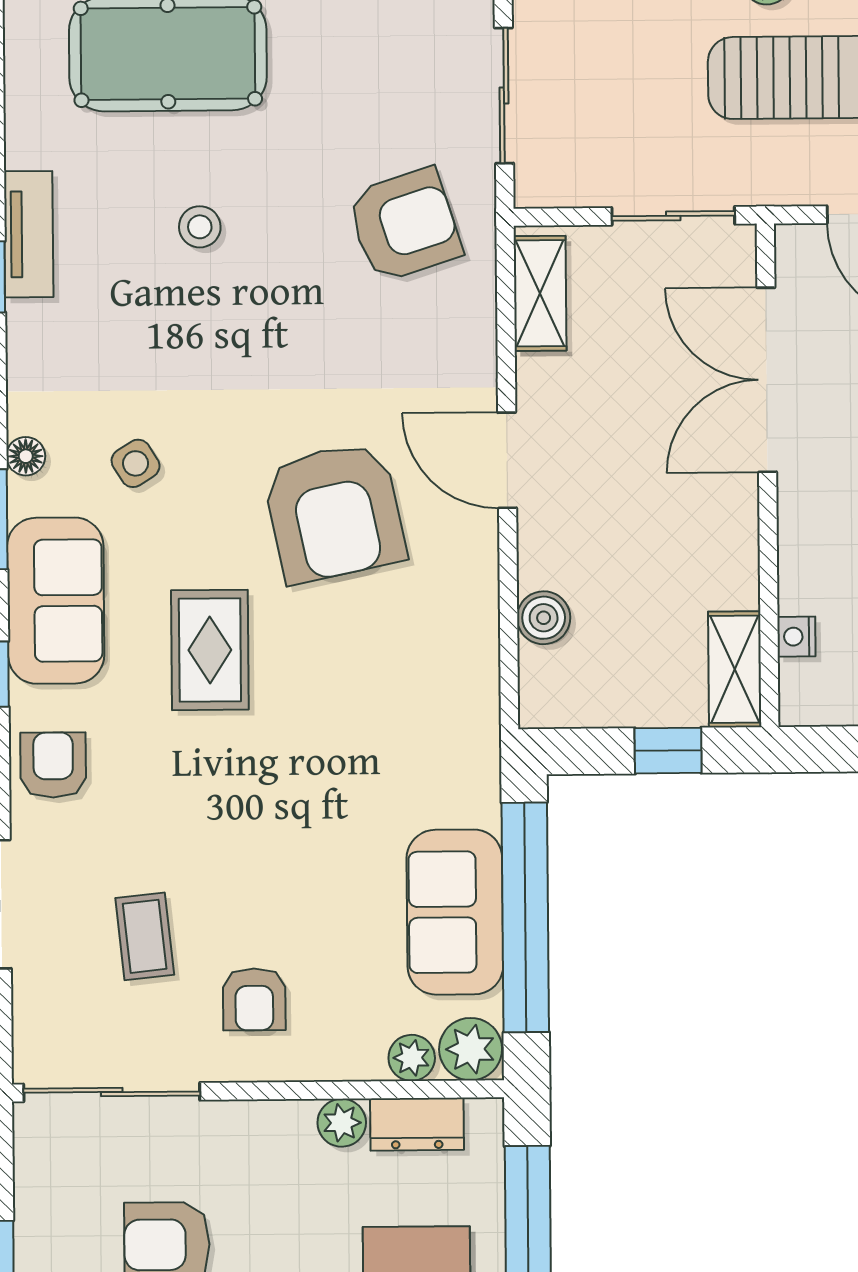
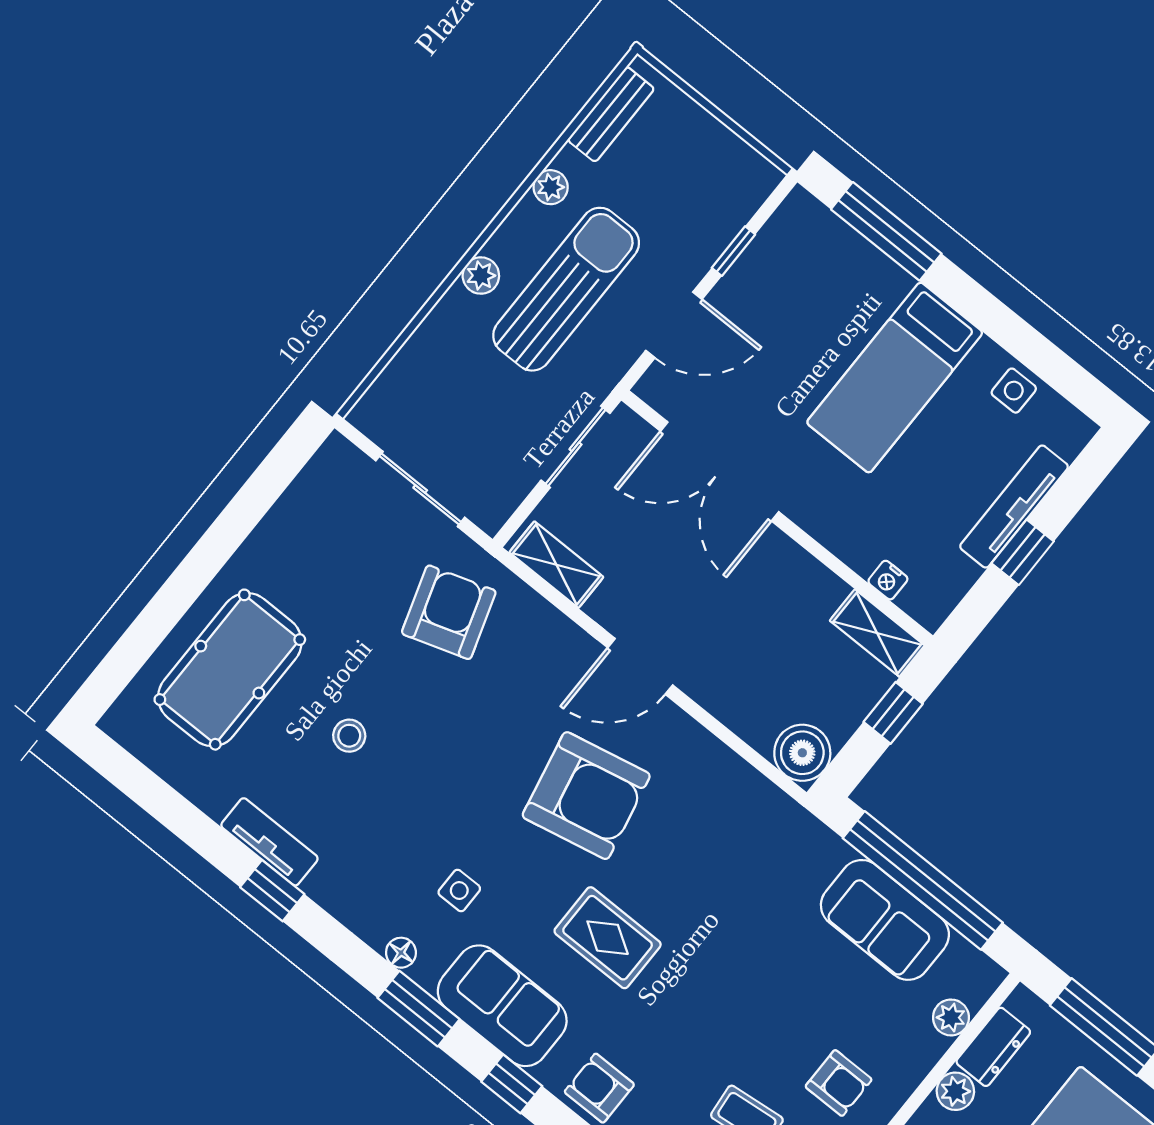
side table: (136, 463) -> (459, 890), turned 32
boiler: (544, 618) -> (802, 753), moved, width x1.36, depth x1.36
plant: (471, 1049) -> (975, 978), removed

